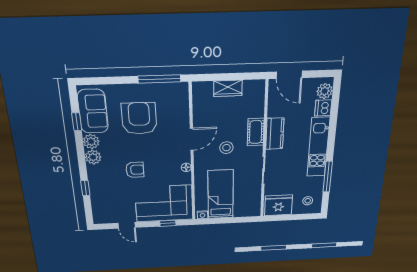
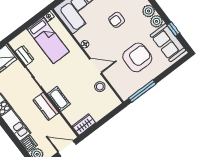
wardrobe: (228, 88) -> (84, 125), moved
armchair: (139, 118) -> (137, 57), turned -90
door: (192, 139) -> (95, 66), swing flipped
stool: (226, 148) -> (100, 87), moved
dresser: (255, 195) -> (25, 55), added

